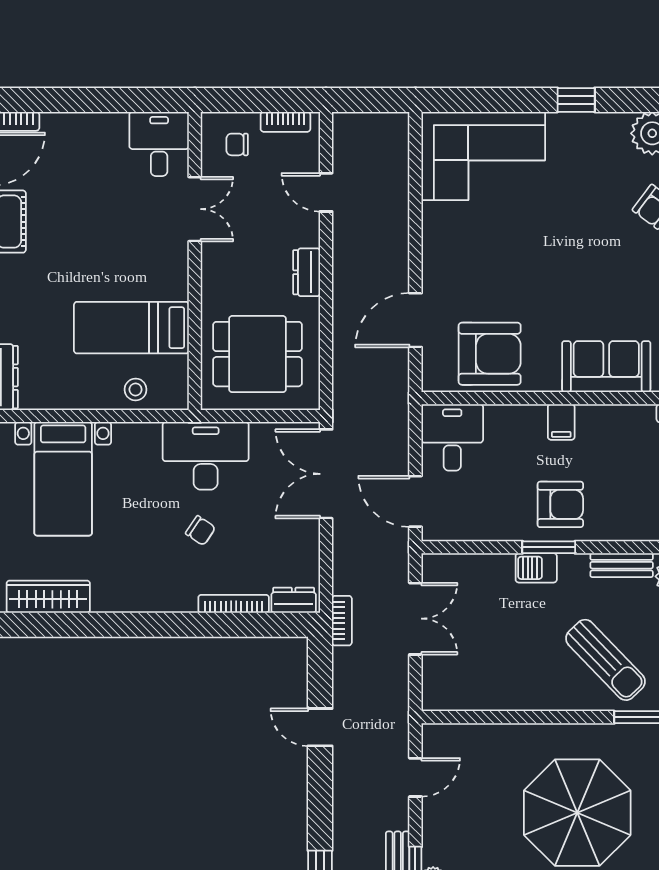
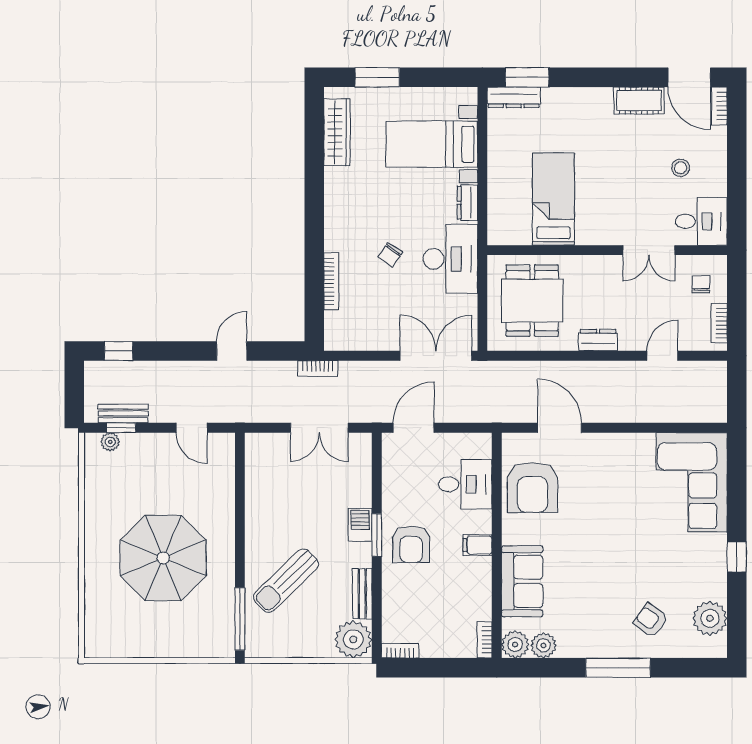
stool: (136, 389) -> (680, 168), moved
desk: (452, 437) -> (465, 484), moved
dresser: (294, 600) -> (467, 203), moved, turned 180

